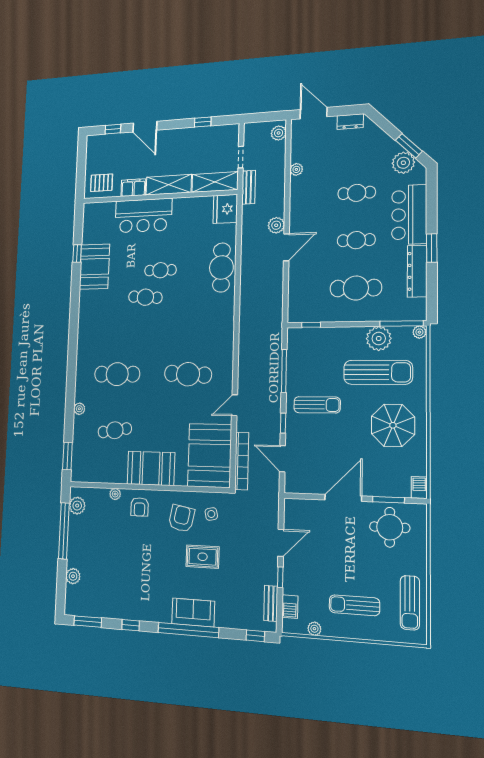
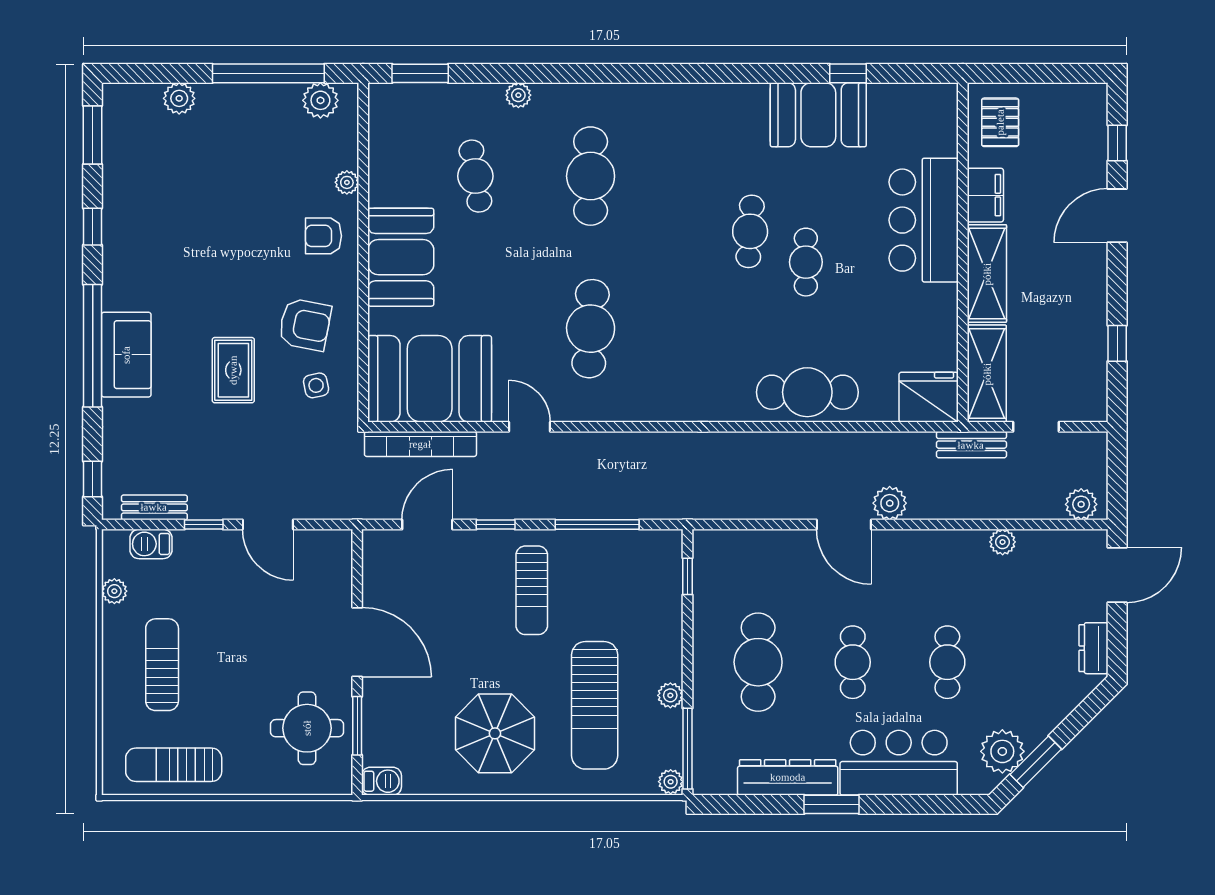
plant: (379, 339) -> (670, 695), width x0.53, depth x0.53

